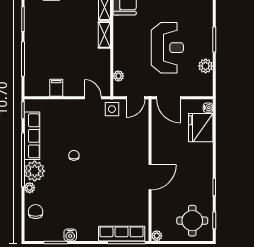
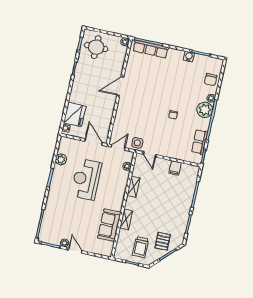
shelving: (104, 35) -> (134, 187), moved
row of seats: (32, 136) -> (200, 142), width x0.68

